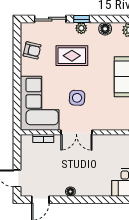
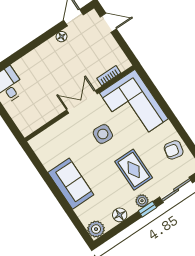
rug: (72, 56) -> (134, 170), turned 90
floor lamp: (70, 192) -> (61, 37), moved

